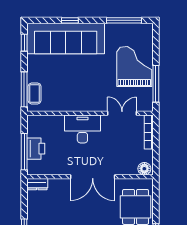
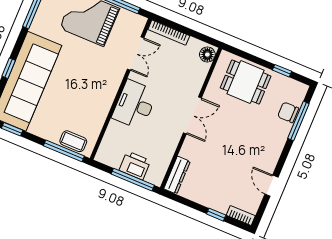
double door: (122, 113) -> (136, 54), swing flipped
double door: (93, 177) -> (192, 115), width x0.73
dresser: (37, 184) -> (177, 175), width x1.44

